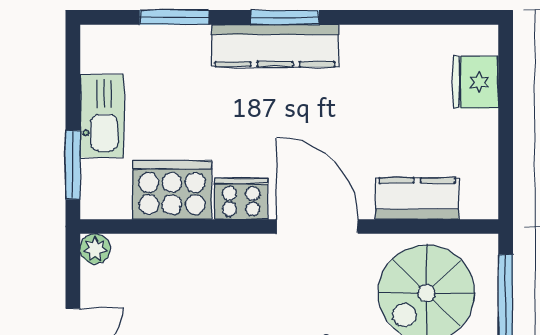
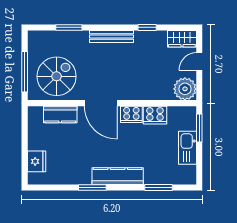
window: (285, 17) -> (92, 188), moved
cooker: (172, 190) -> (155, 115), width x0.73, depth x0.76
plant: (95, 249) -> (185, 89), width x1.88, depth x1.88

